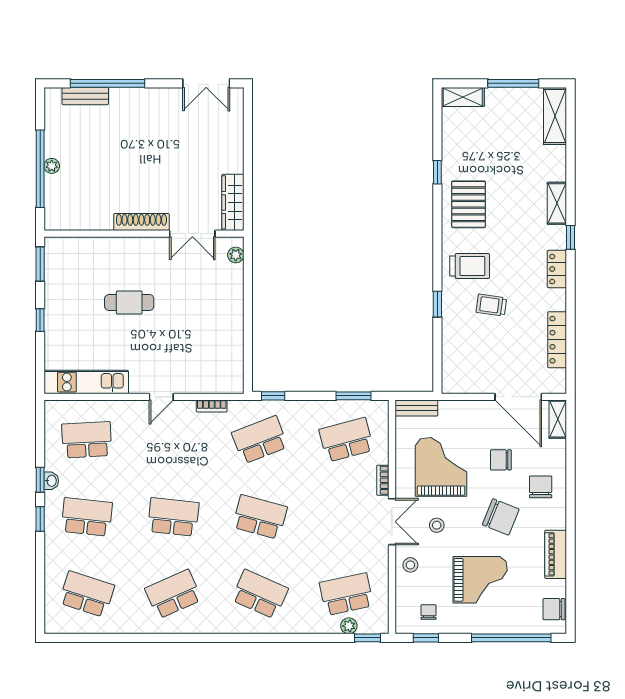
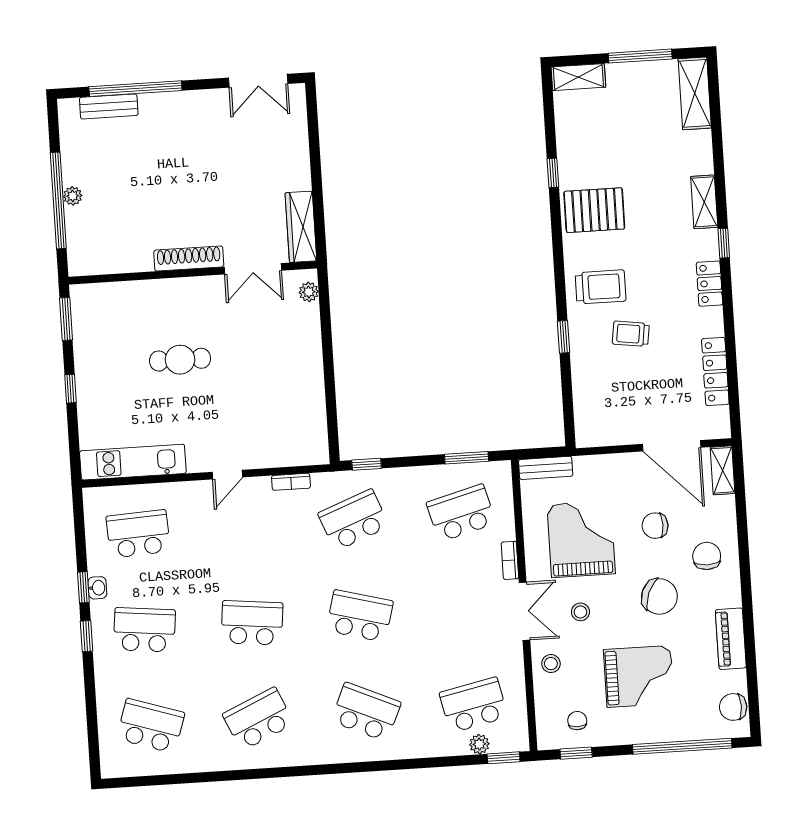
pallet: (469, 204) -> (594, 210), turned 90

